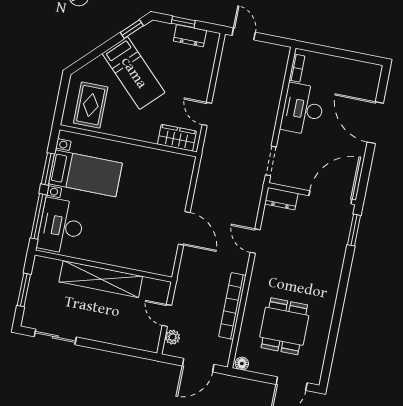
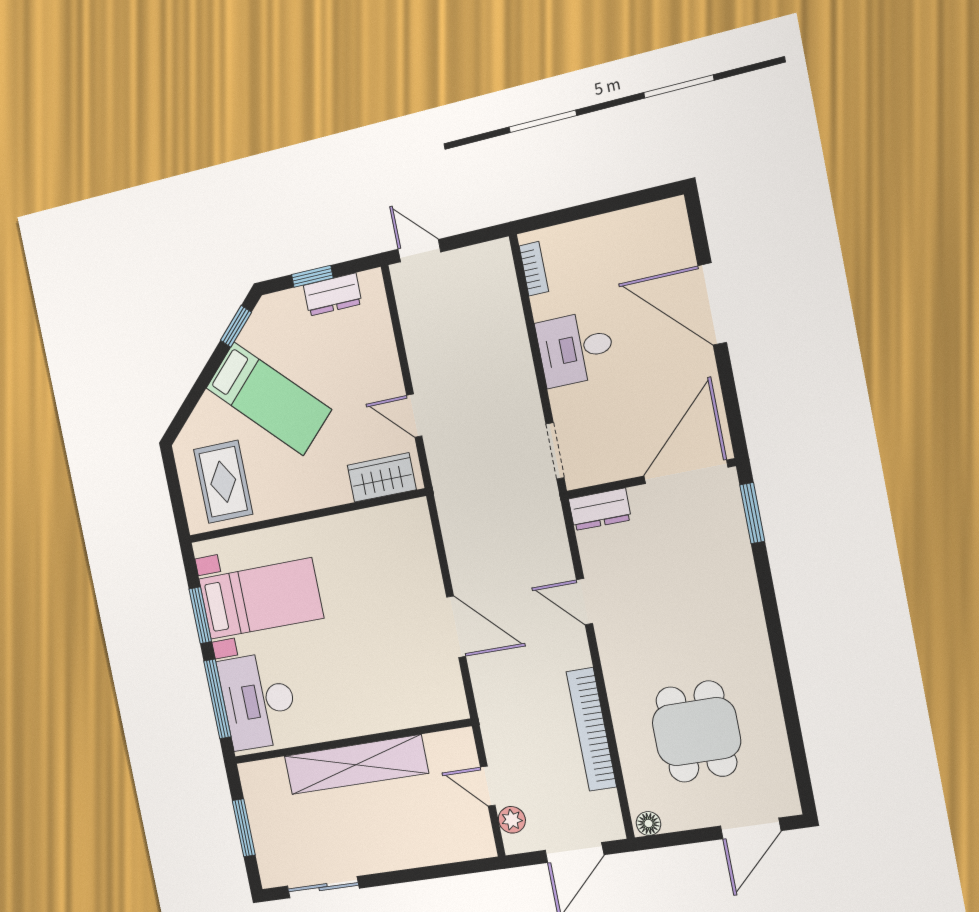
desk: (303, 109) -> (576, 349), width x0.73

